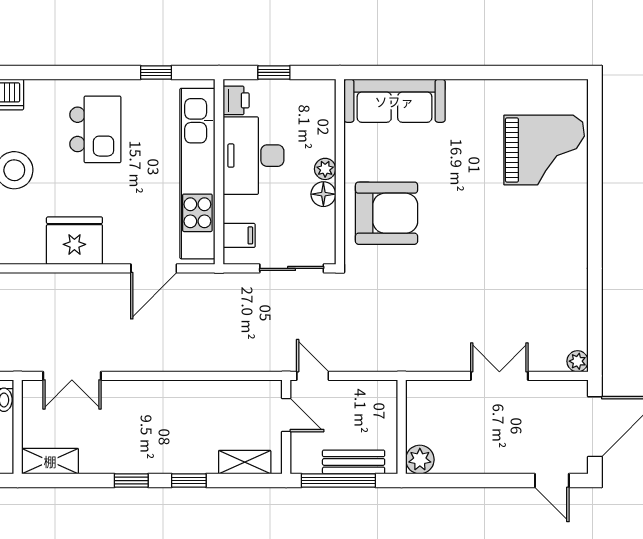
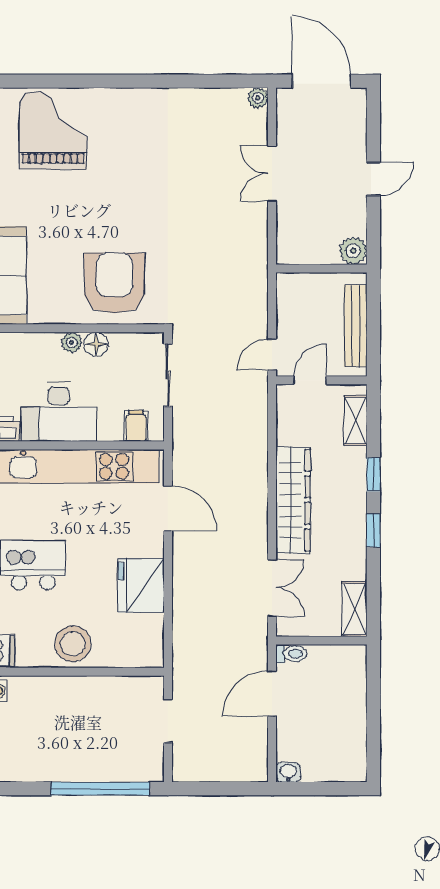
wardrobe: (162, 398) -> (293, 500), added
bench: (354, 462) -> (355, 326), width x1.36
window: (338, 481) -> (373, 330), removed
door: (552, 481) -> (373, 179), moved

